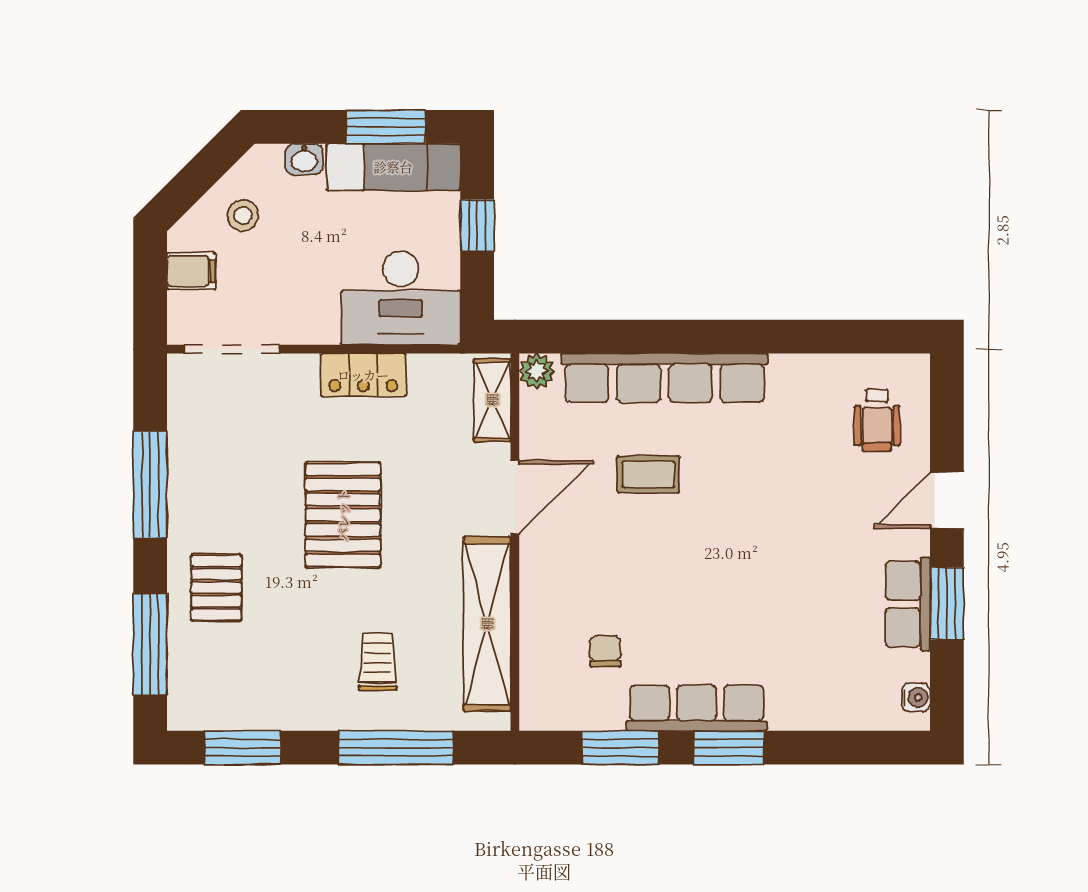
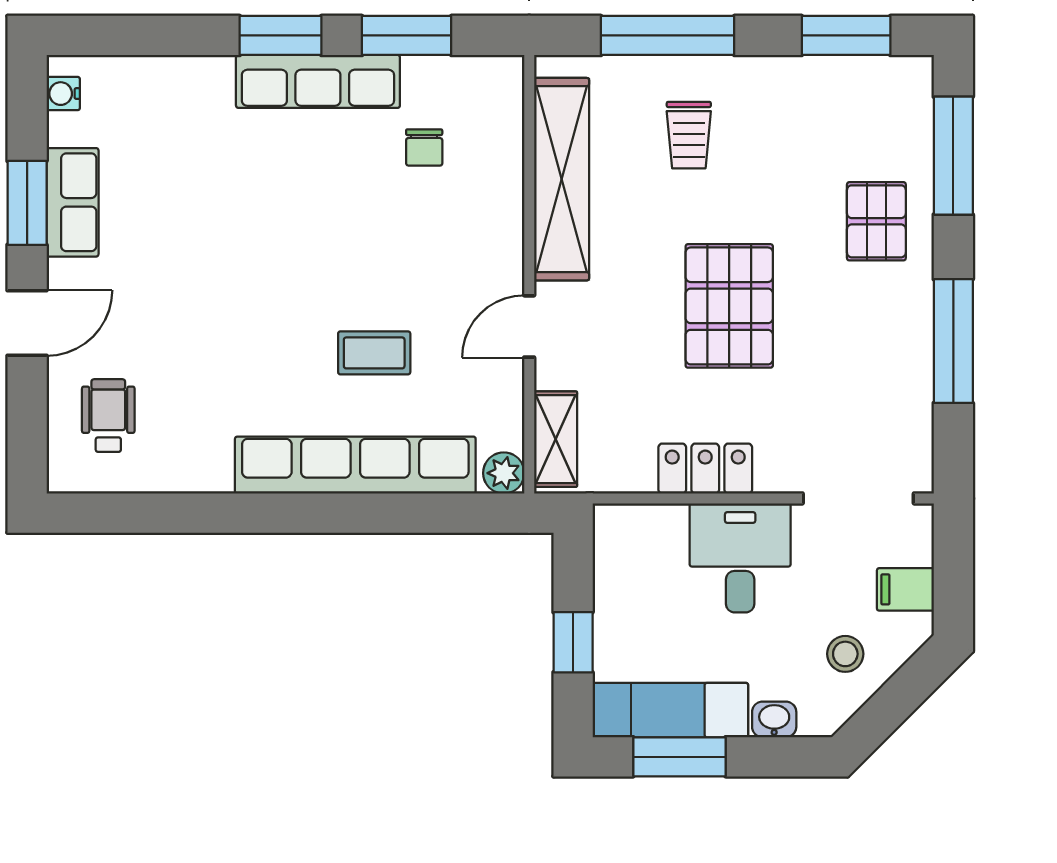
desk: (401, 298) -> (740, 558), moved, width x0.73
door: (515, 497) -> (529, 326), width x0.73

